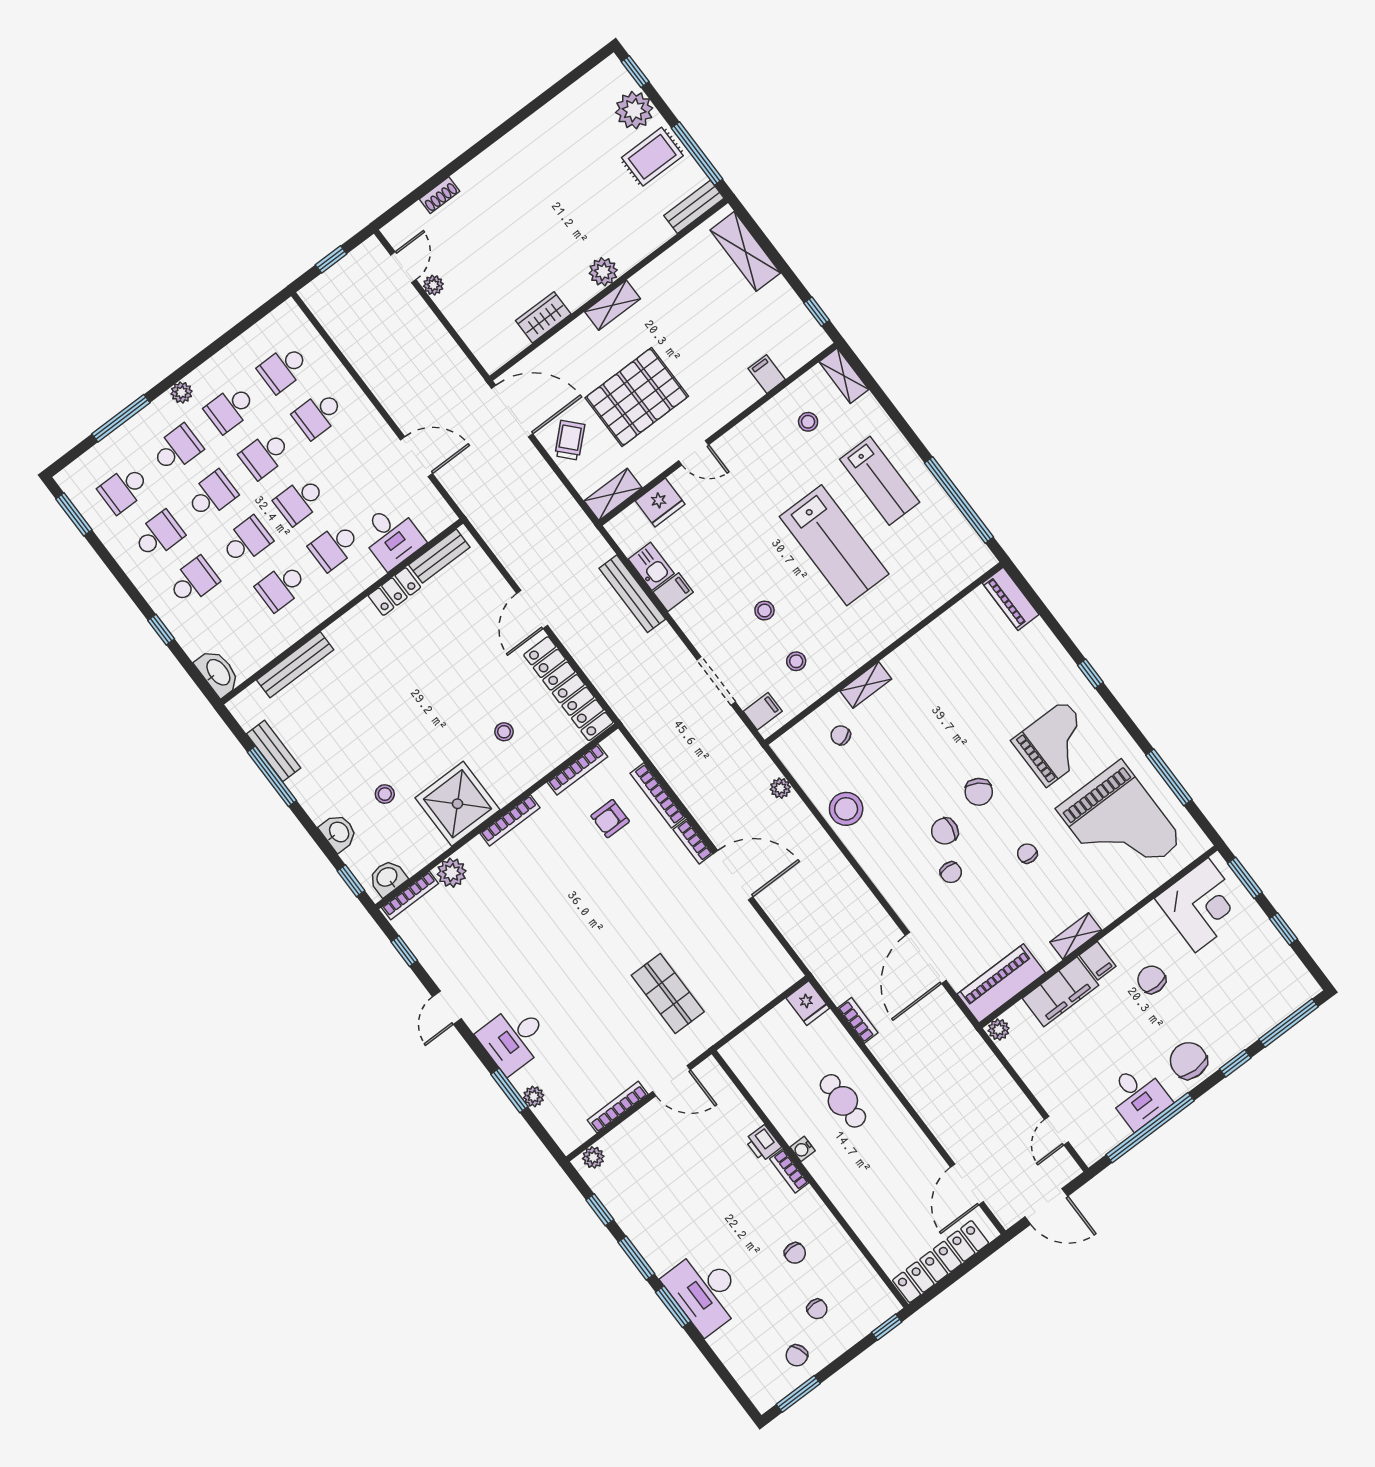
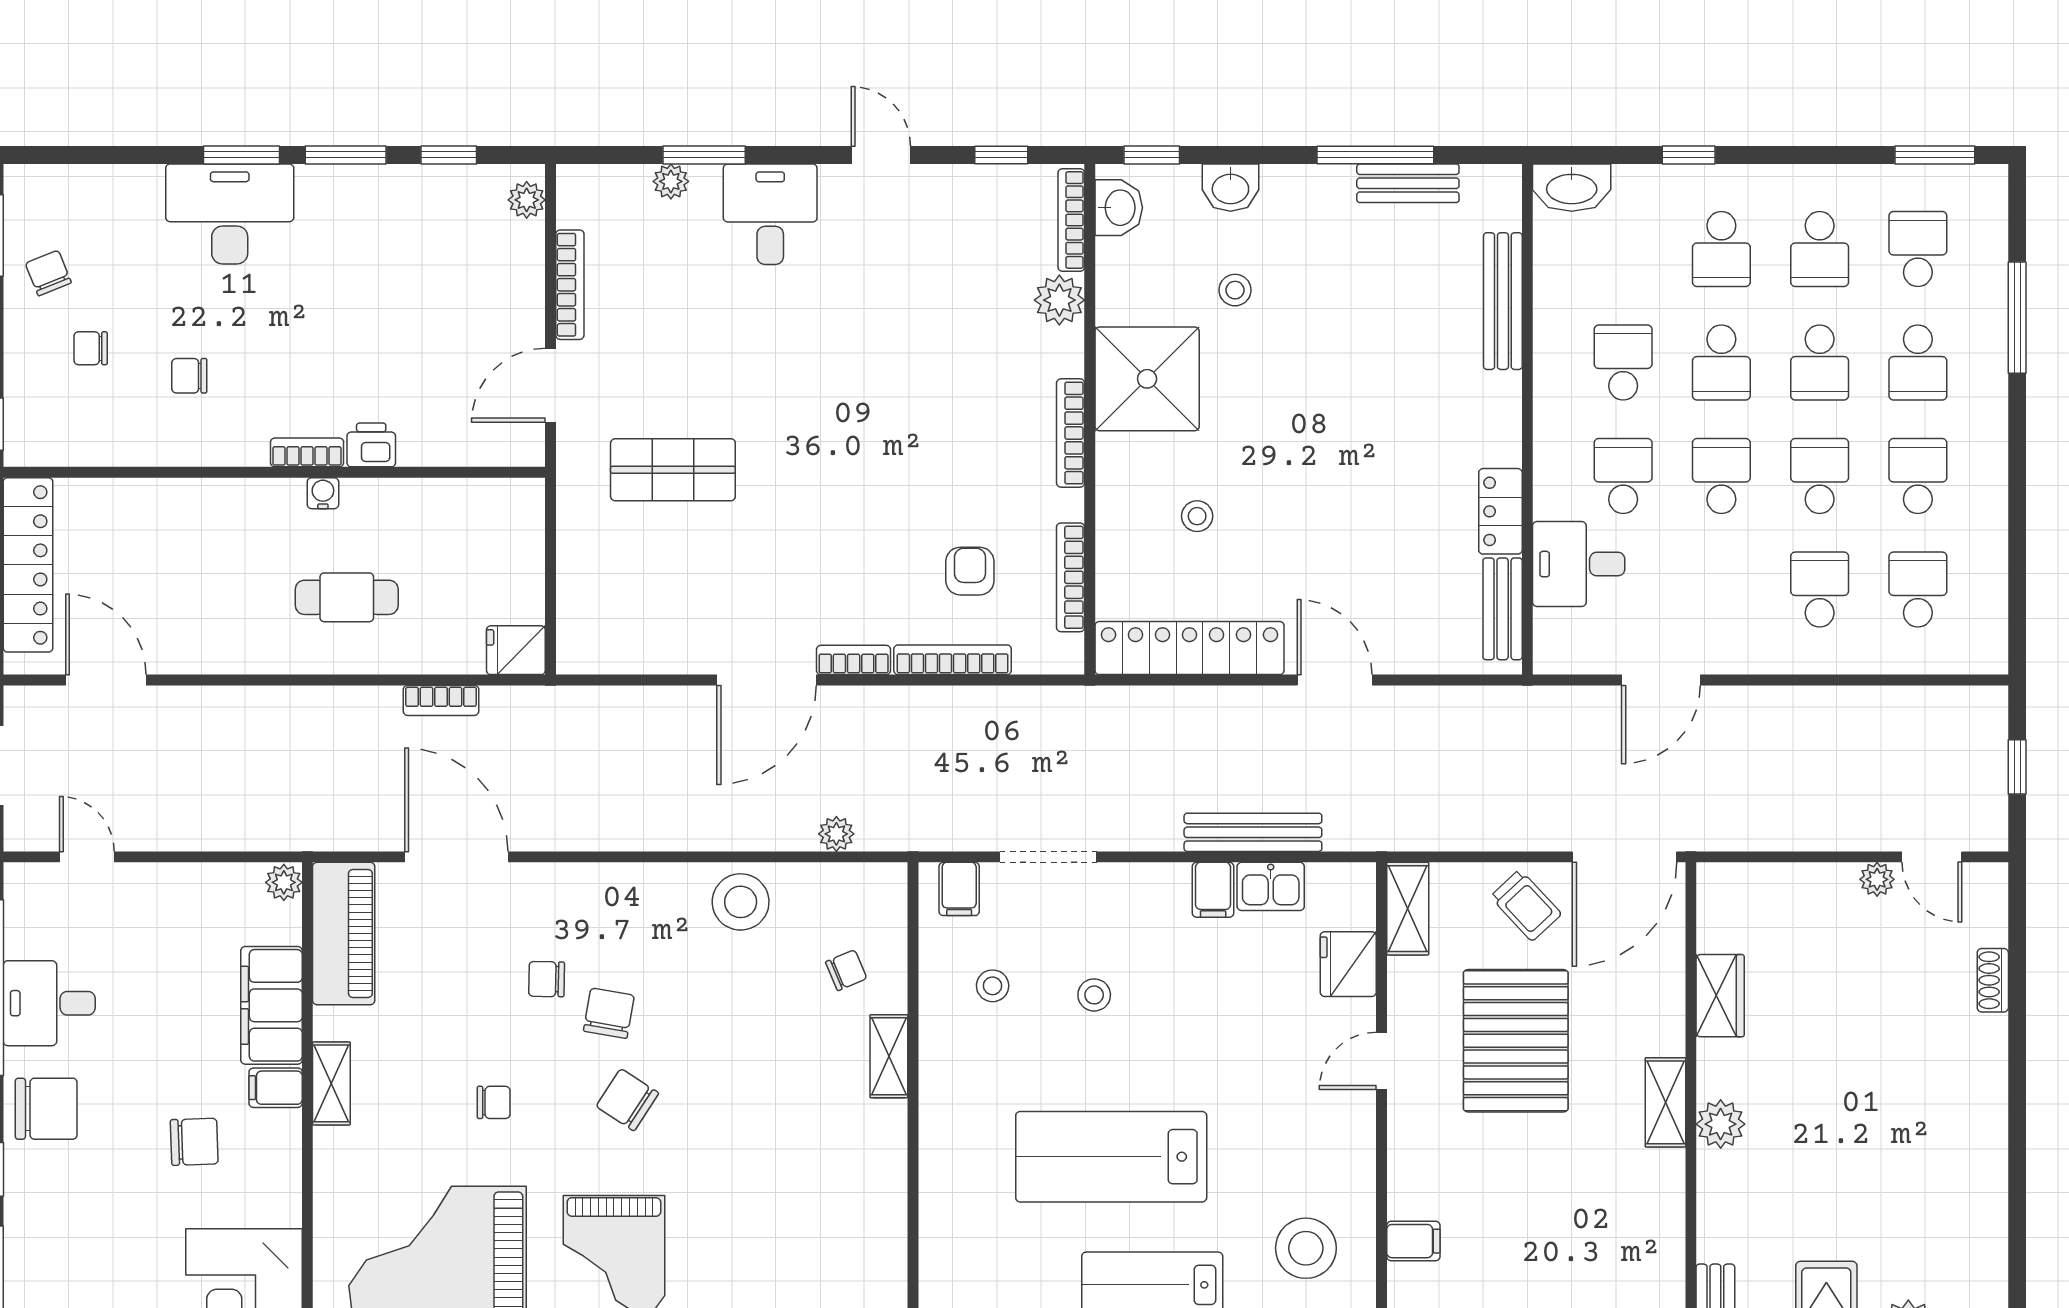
plant: (181, 392) -> (1990, 427), removed
stool: (808, 422) -> (1306, 1248), width x1.89, depth x1.89

